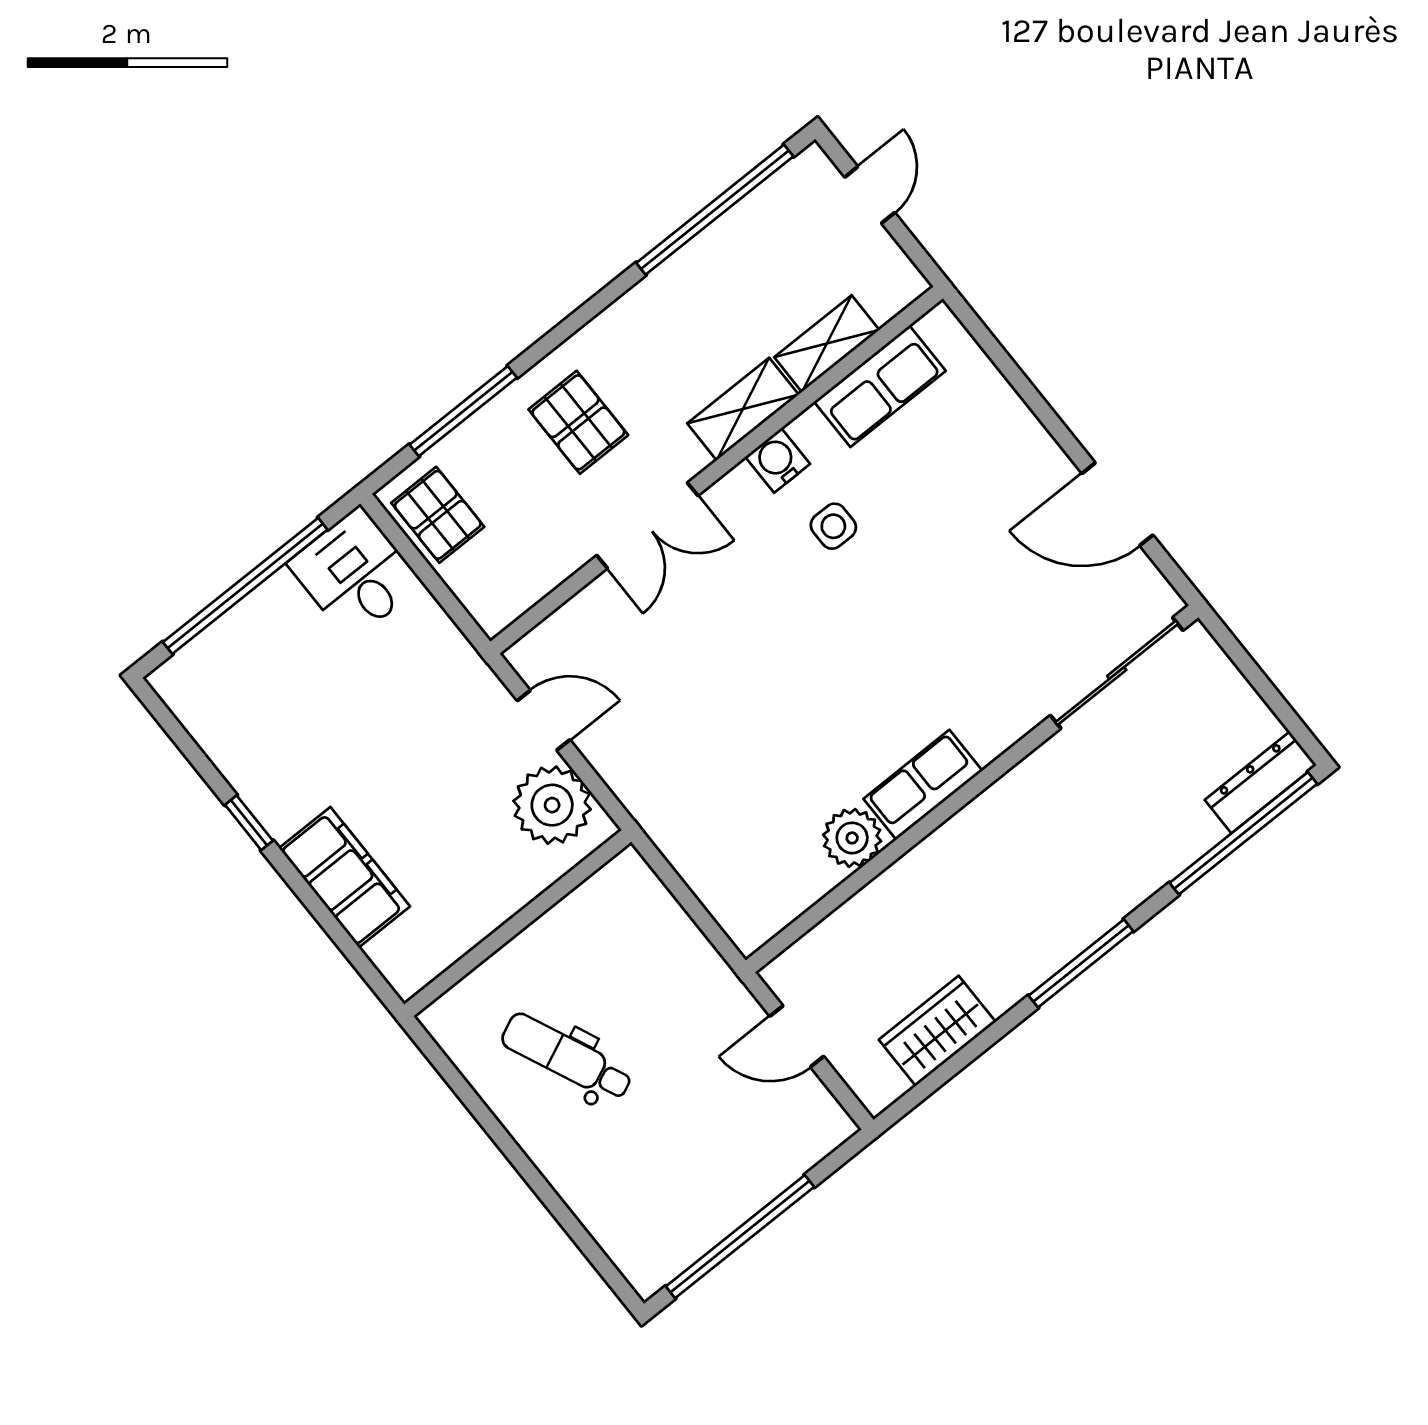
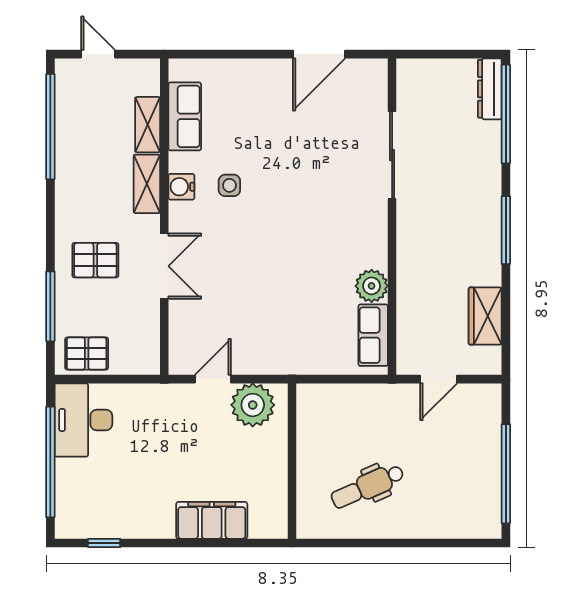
desk: (355, 574) -> (83, 420), width x1.37
sliding door: (1117, 673) -> (392, 155), moved
row of seats: (923, 785) -> (373, 335), moved
window: (249, 823) -> (104, 543), moved

